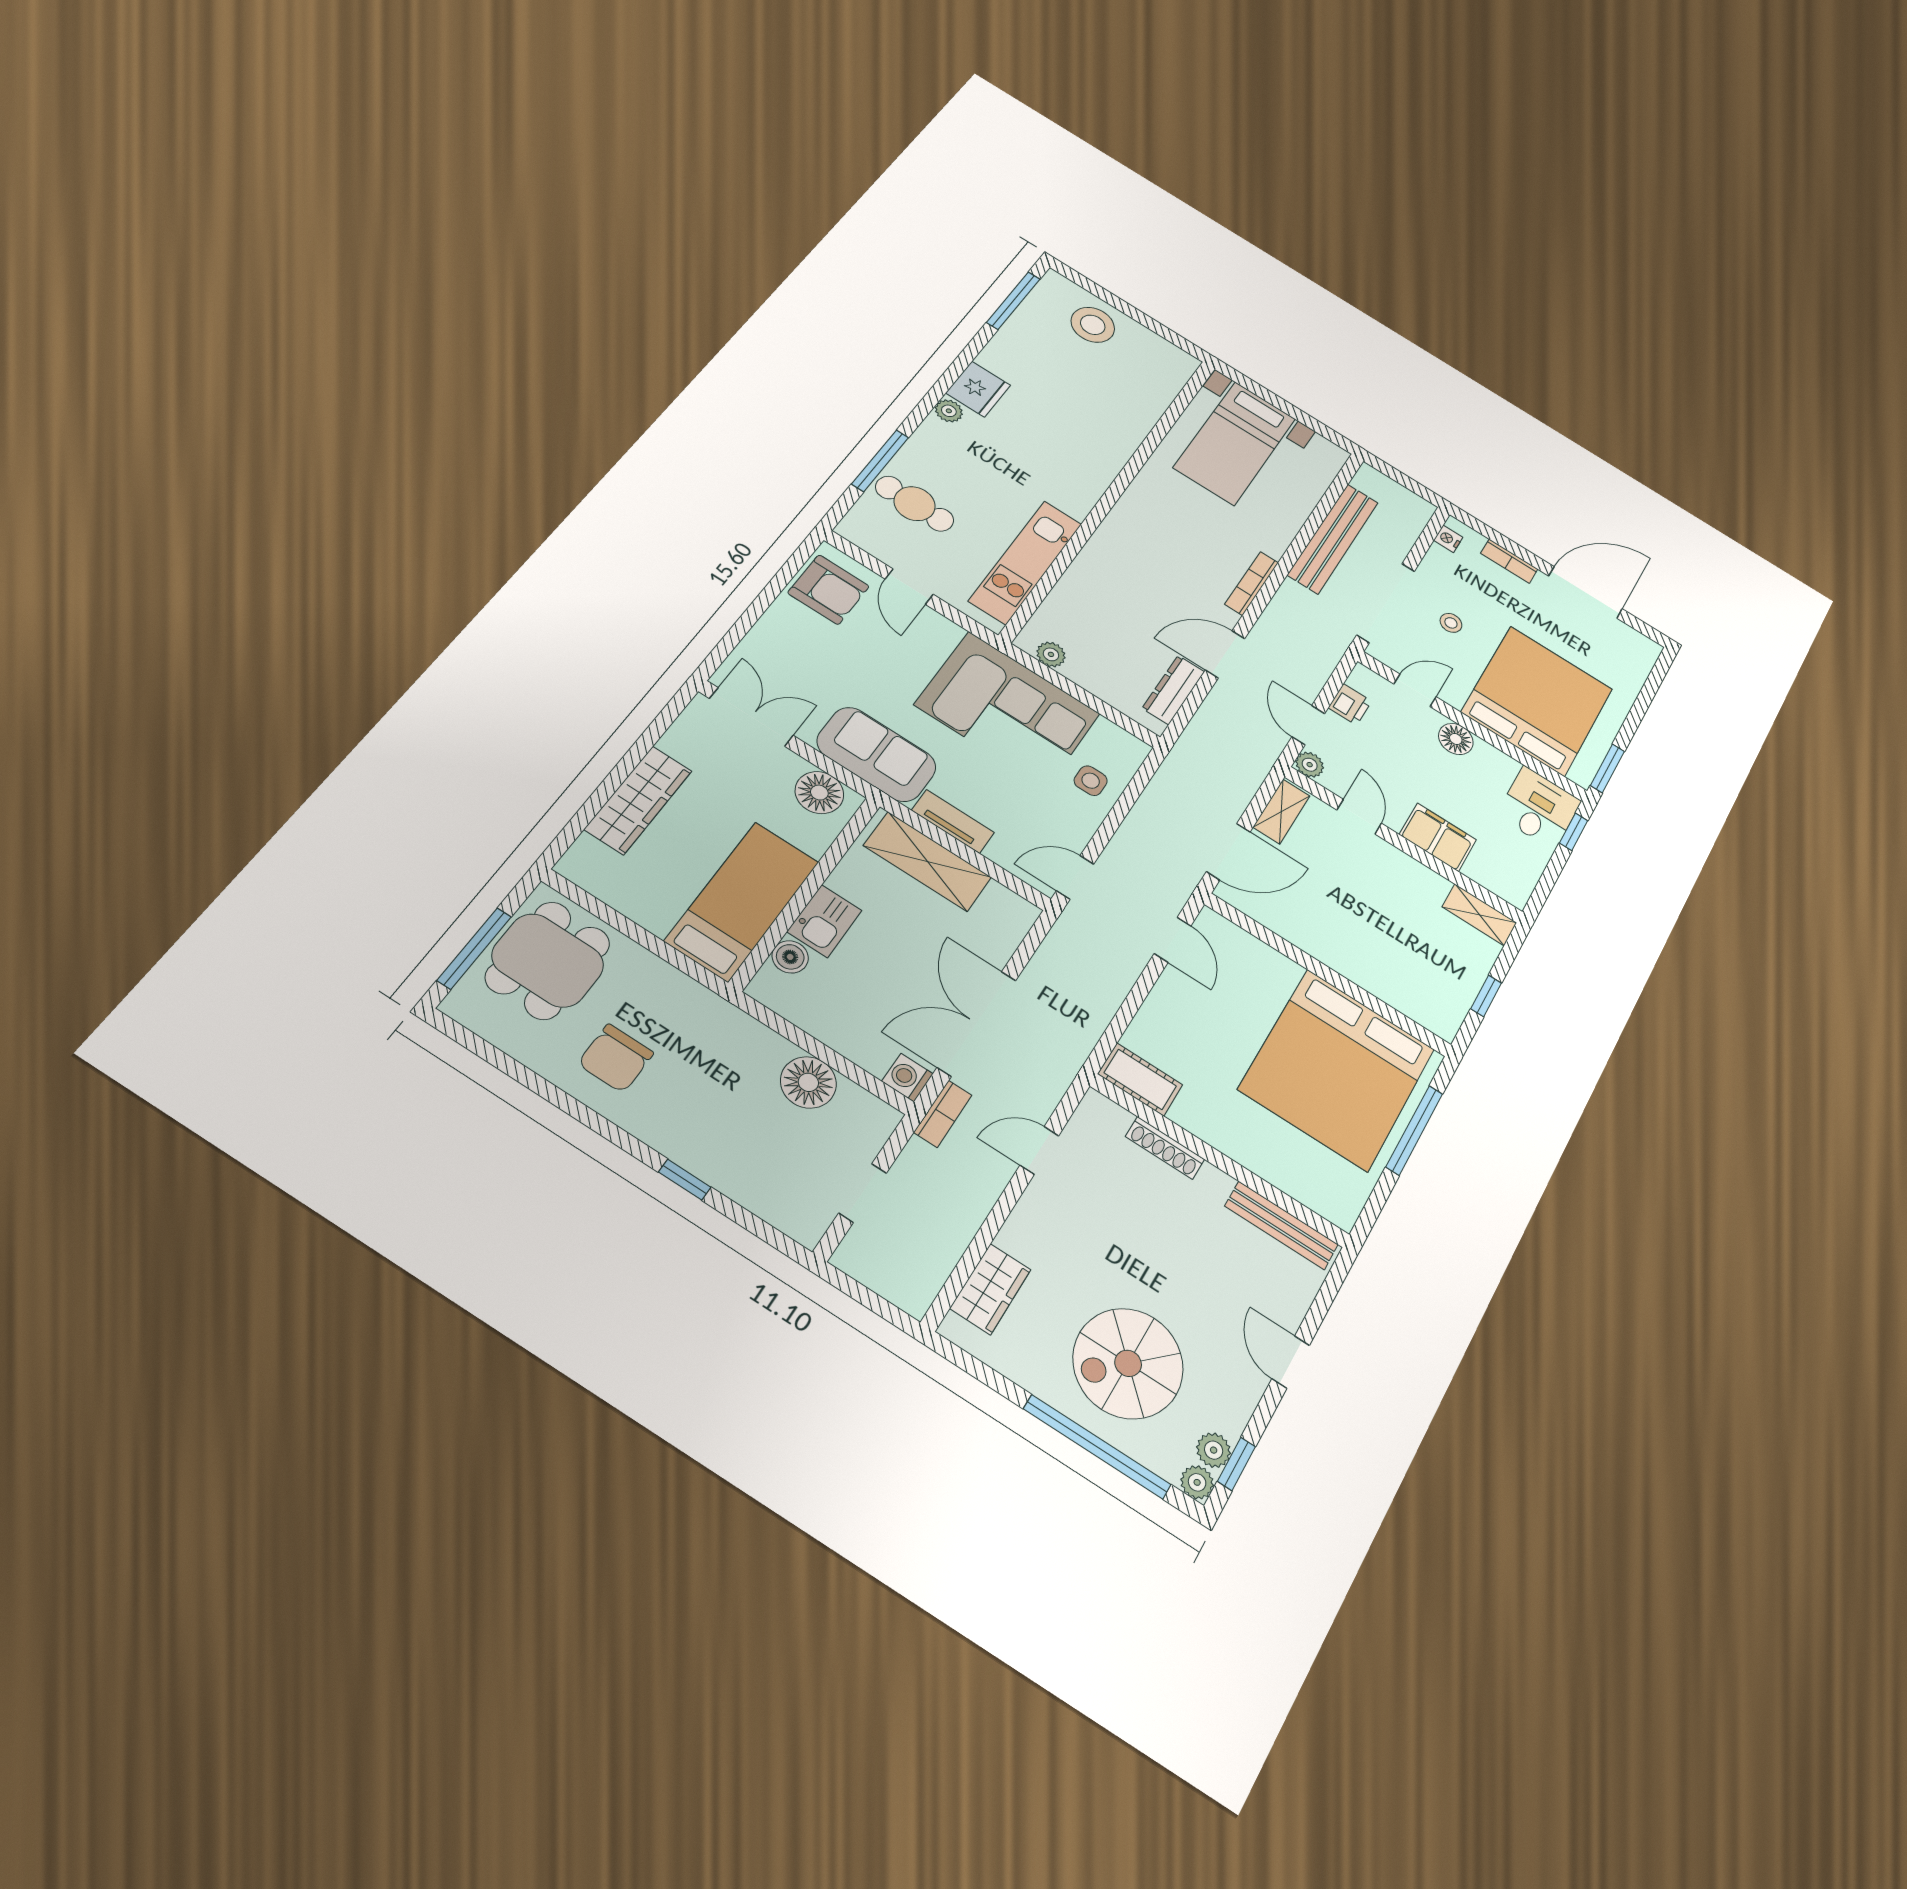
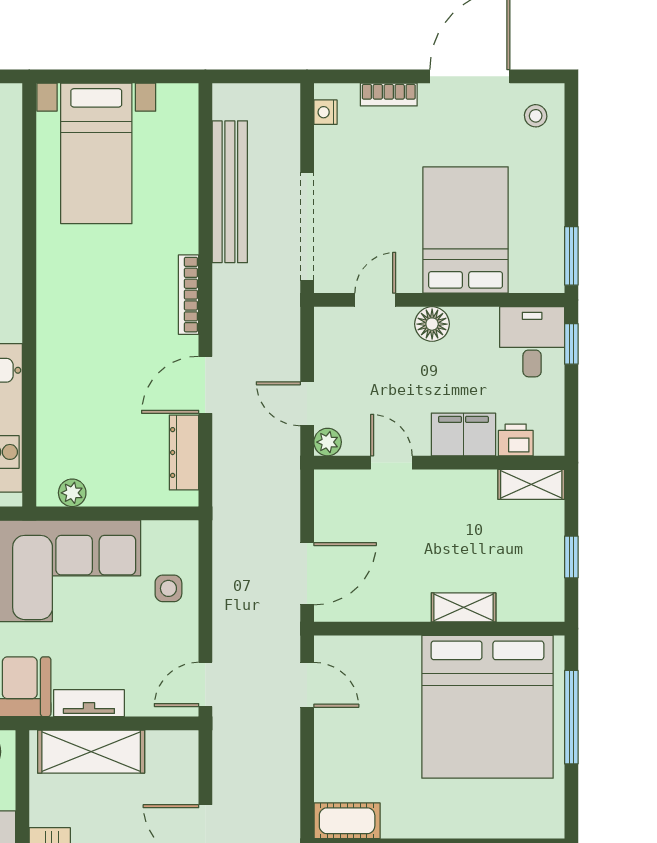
stool: (1451, 623) -> (536, 116), moved
bed: (1537, 701) -> (466, 230), width x0.73
printer: (1350, 704) -> (516, 440), moved, turned -90
shelving: (1281, 811) -> (464, 607), moved, turned 90

